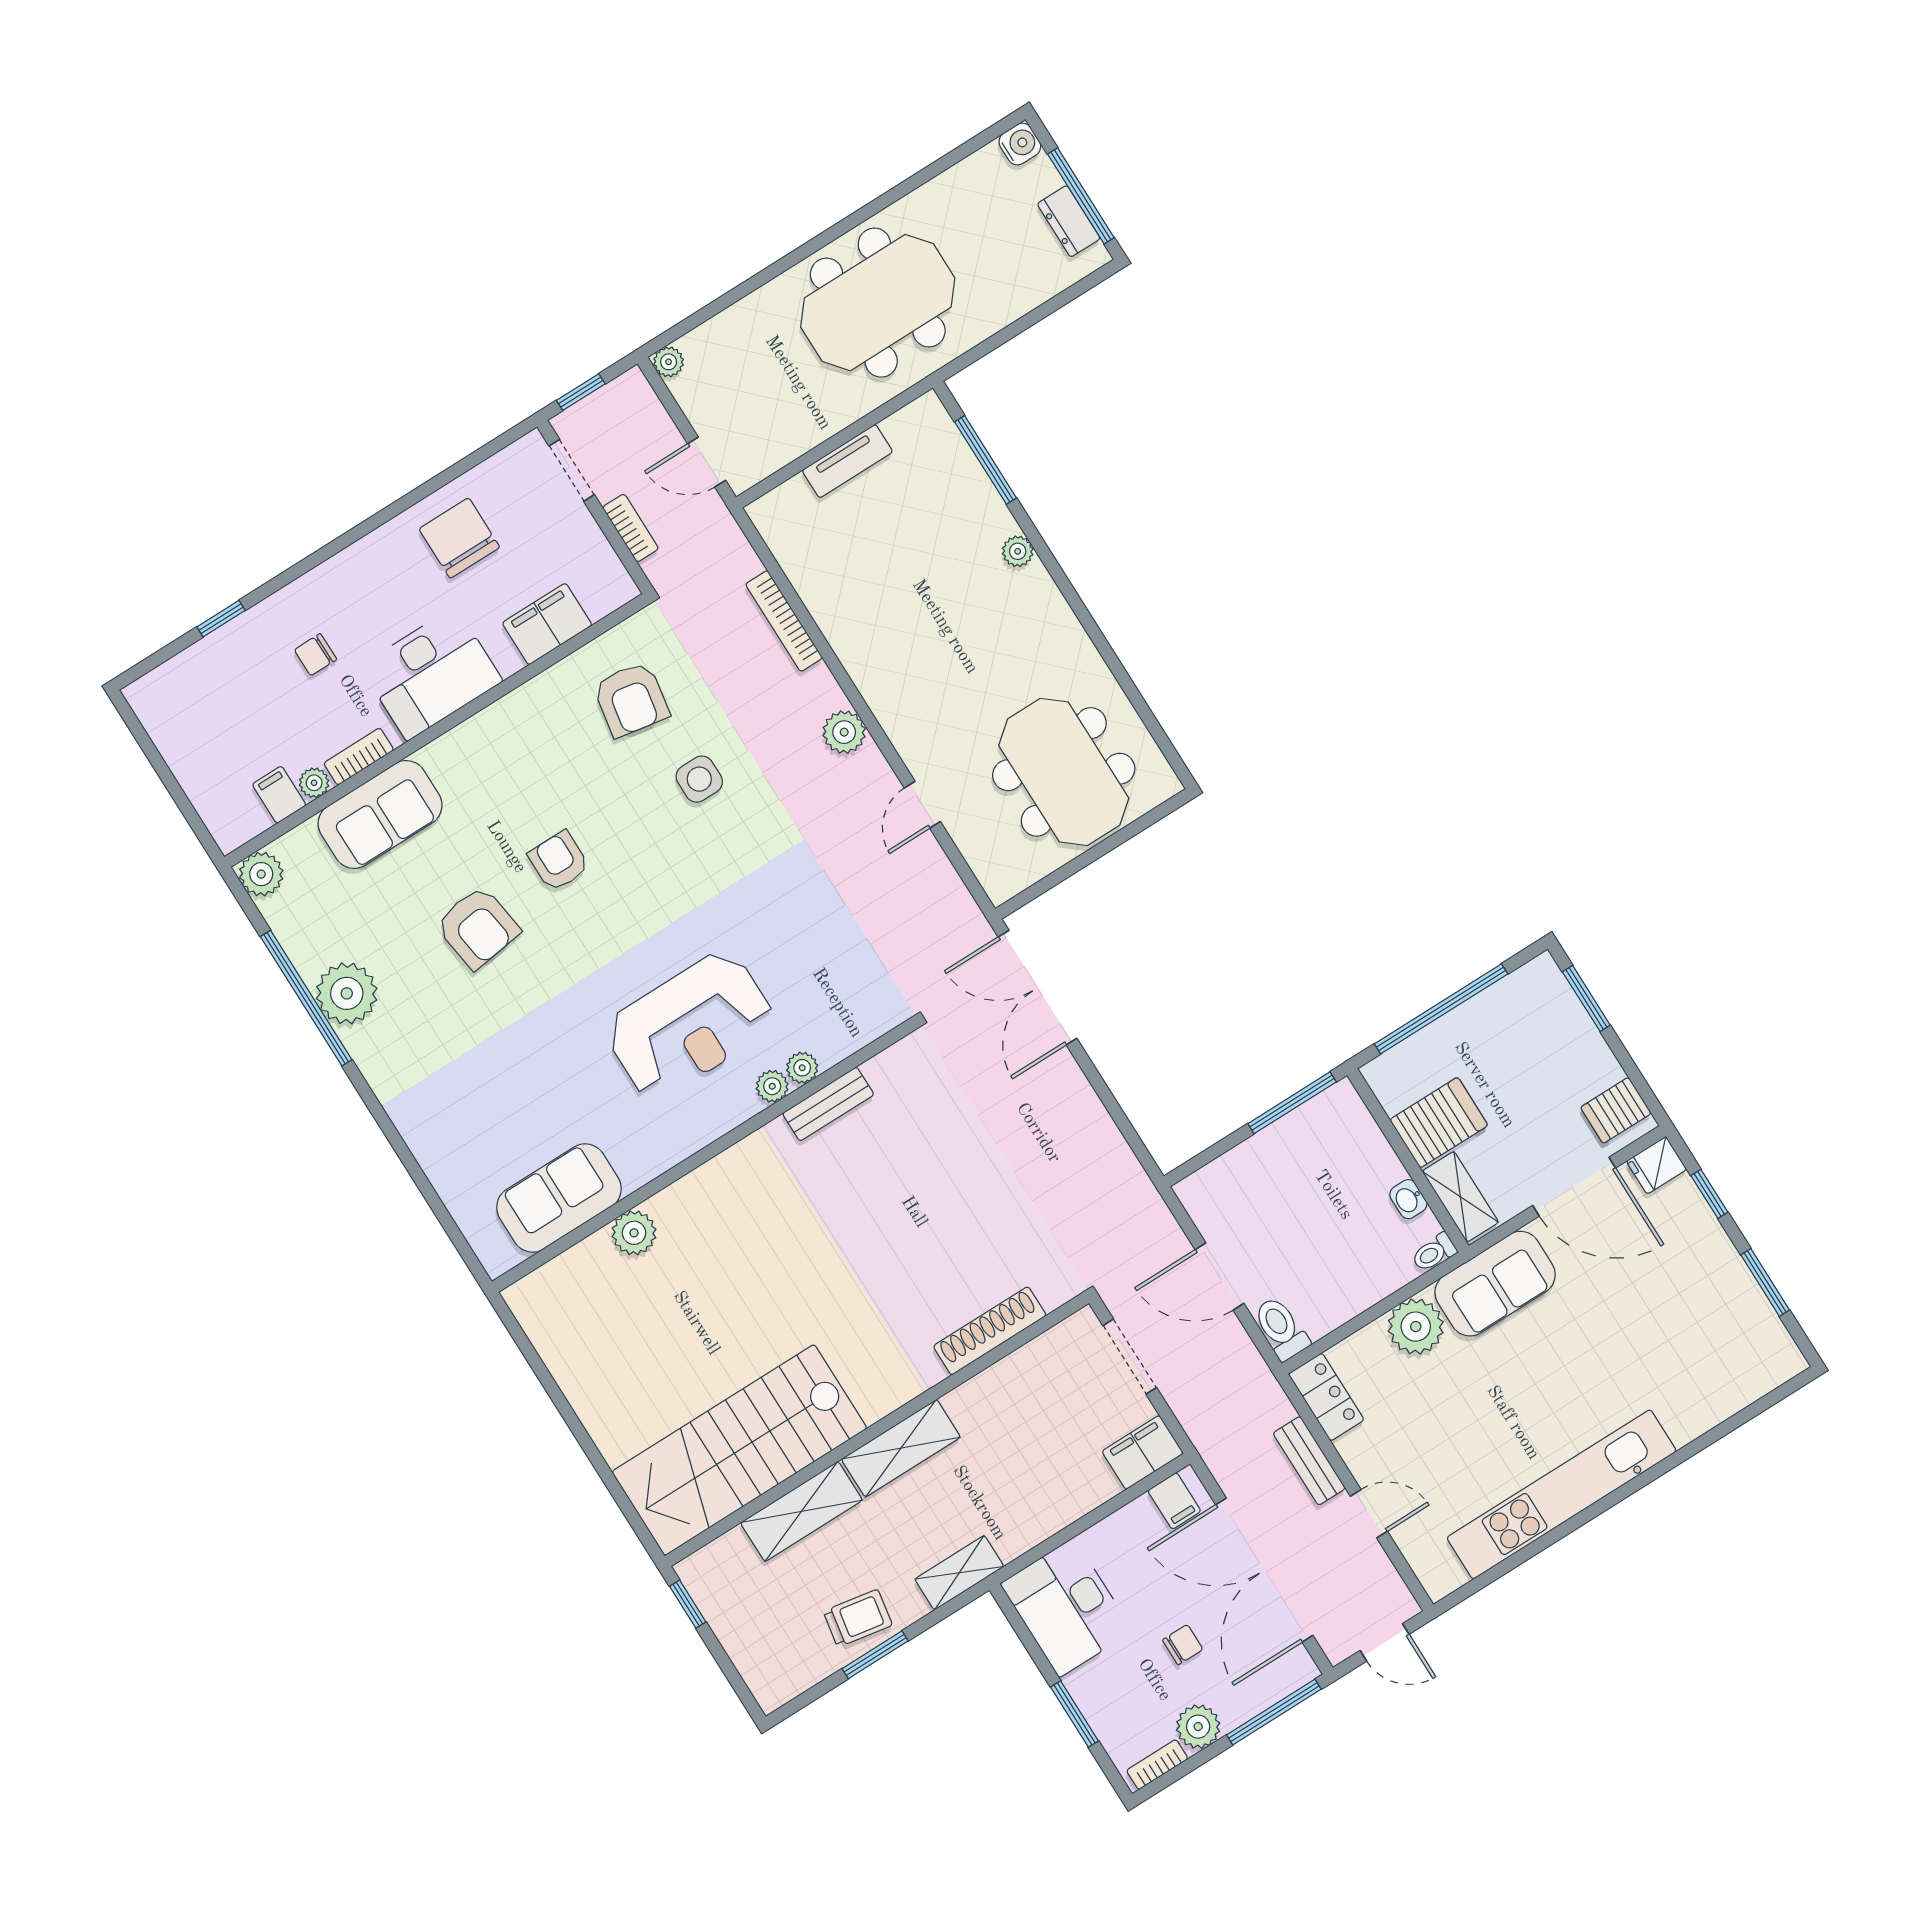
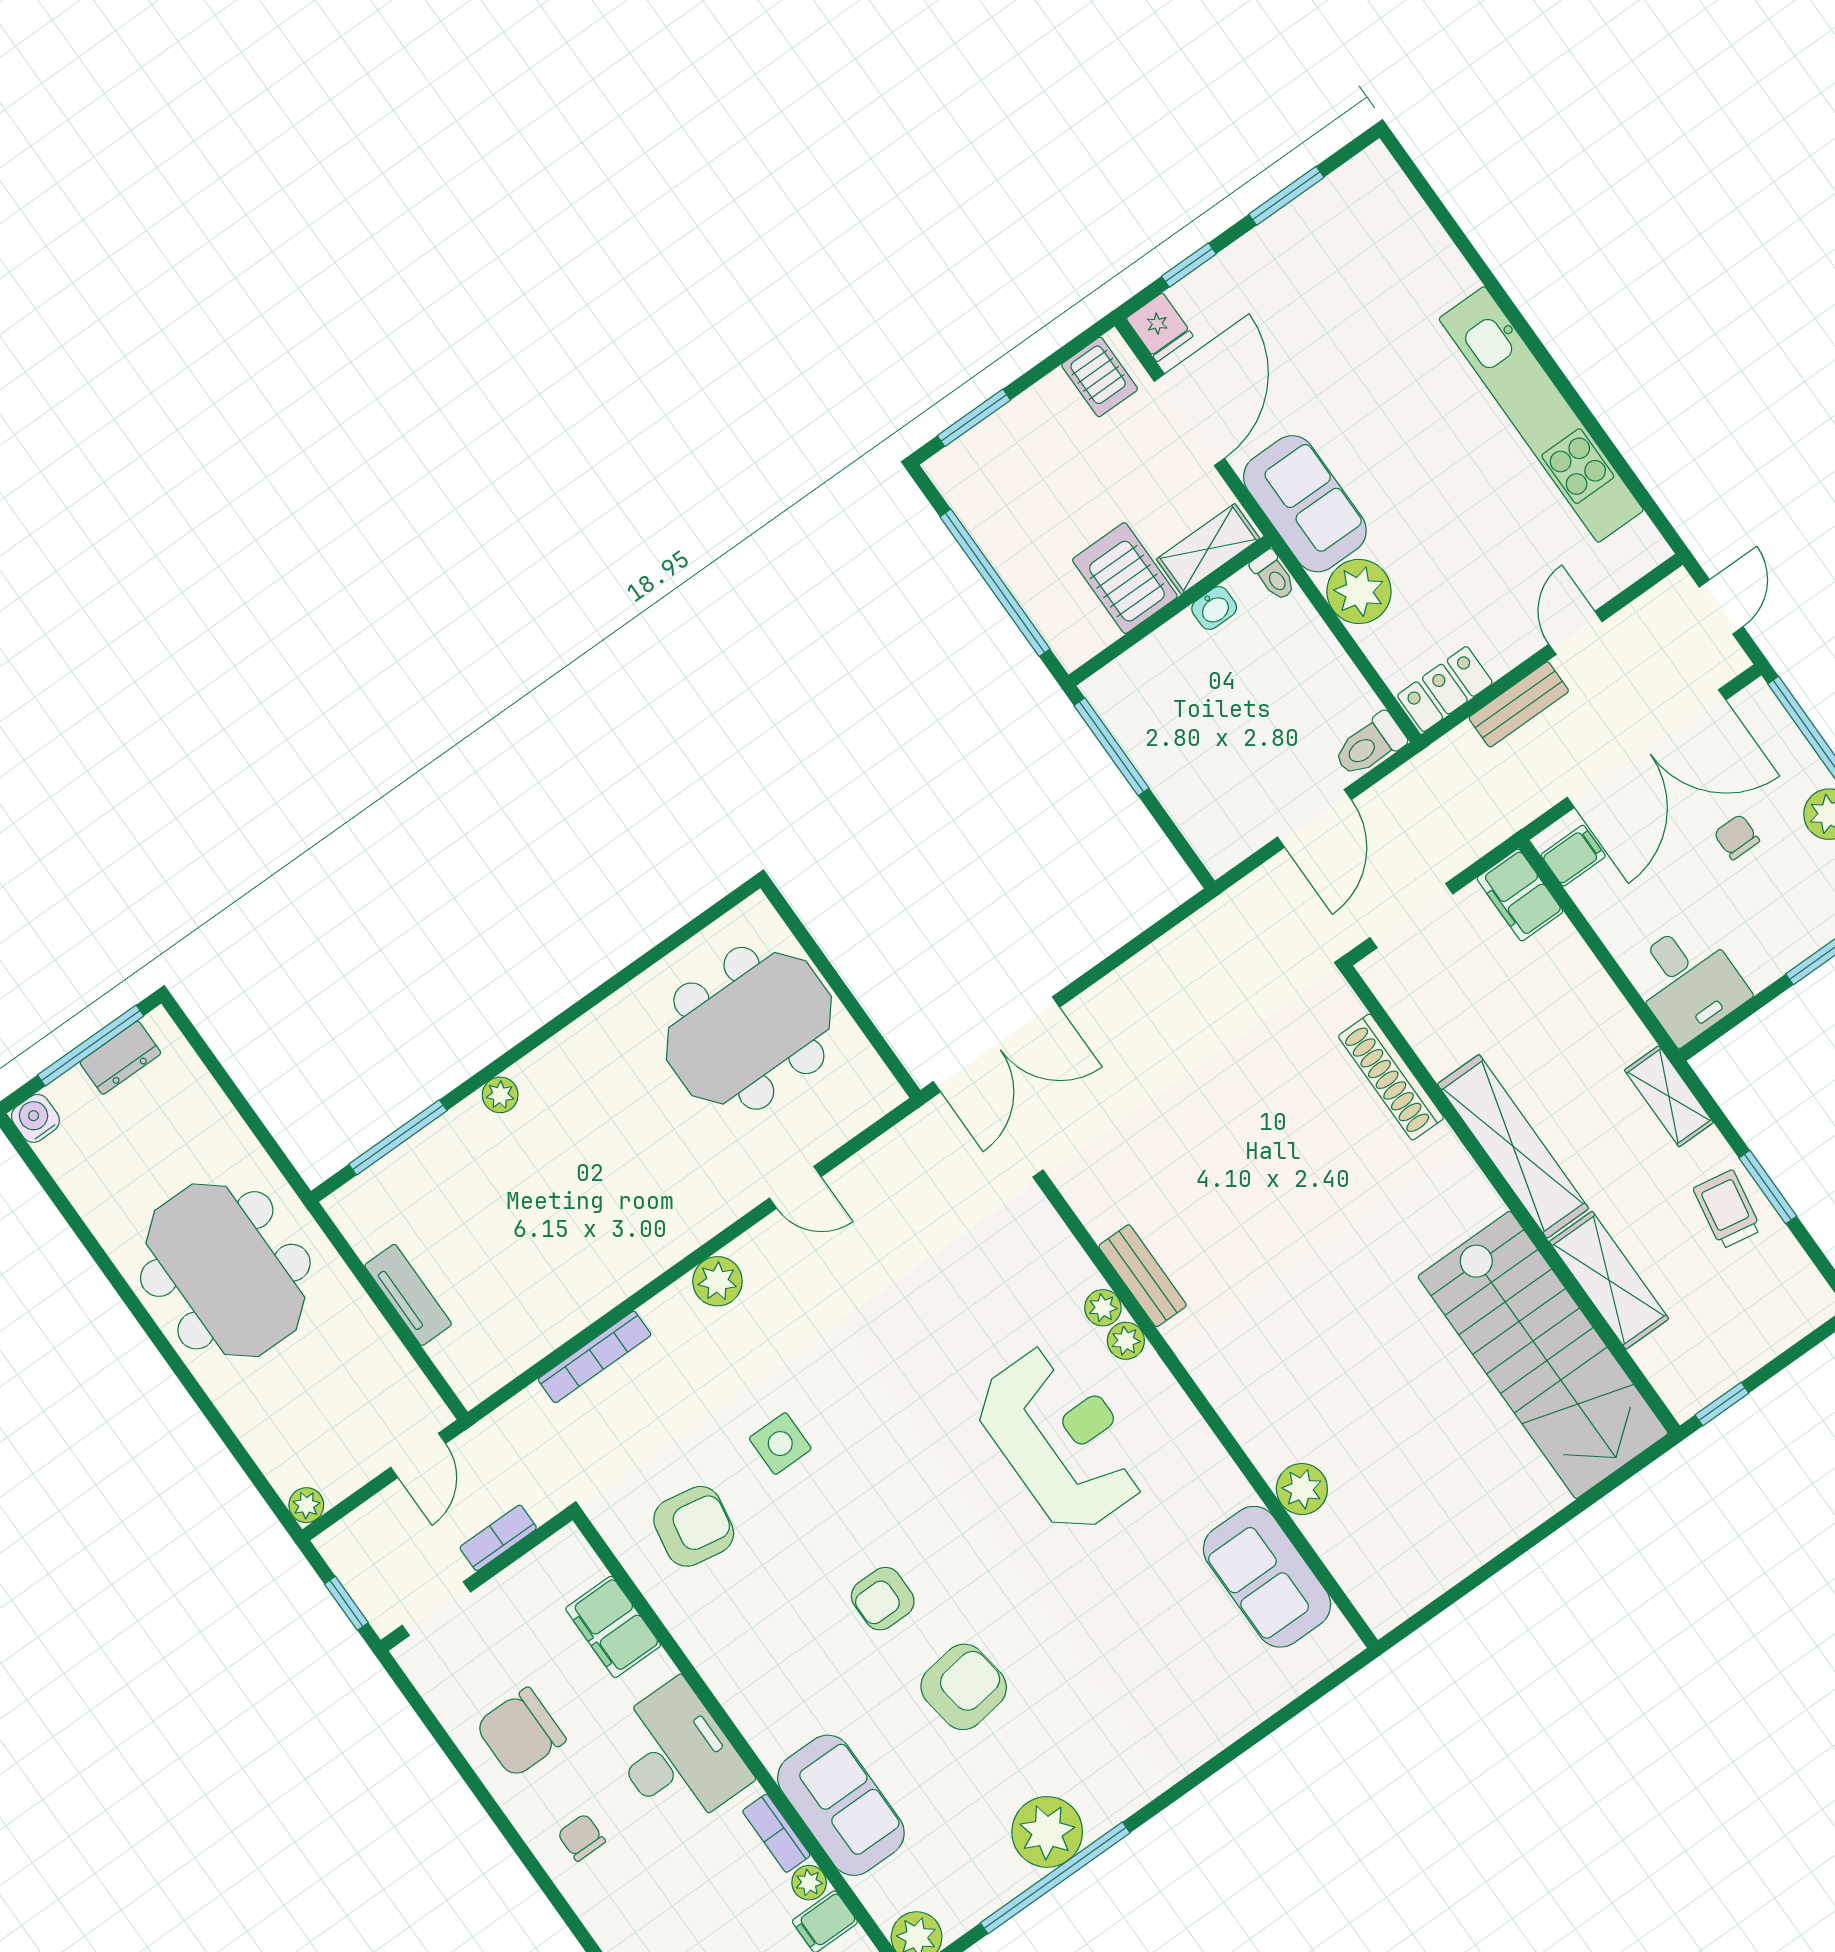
chair: (316, 655) -> (581, 1837), moved, turned 180
shelving: (901, 1448) -> (1513, 1146), width x1.47
desk: (1067, 1607) -> (1687, 982), width x0.73

